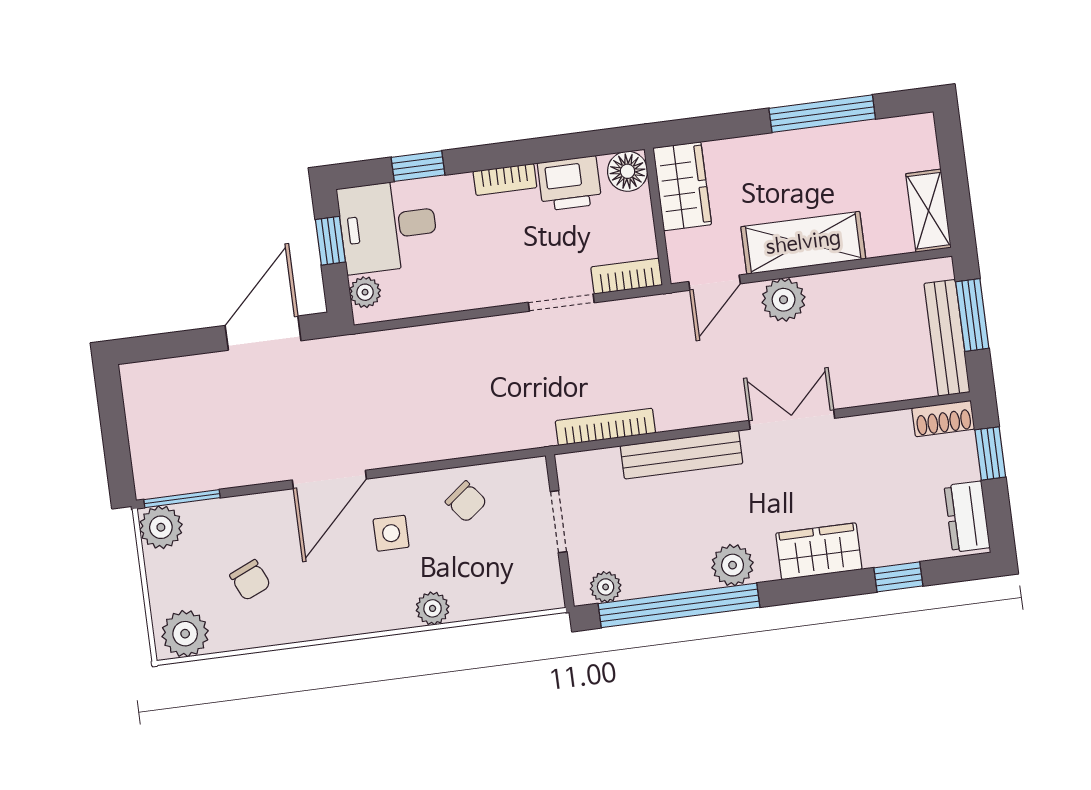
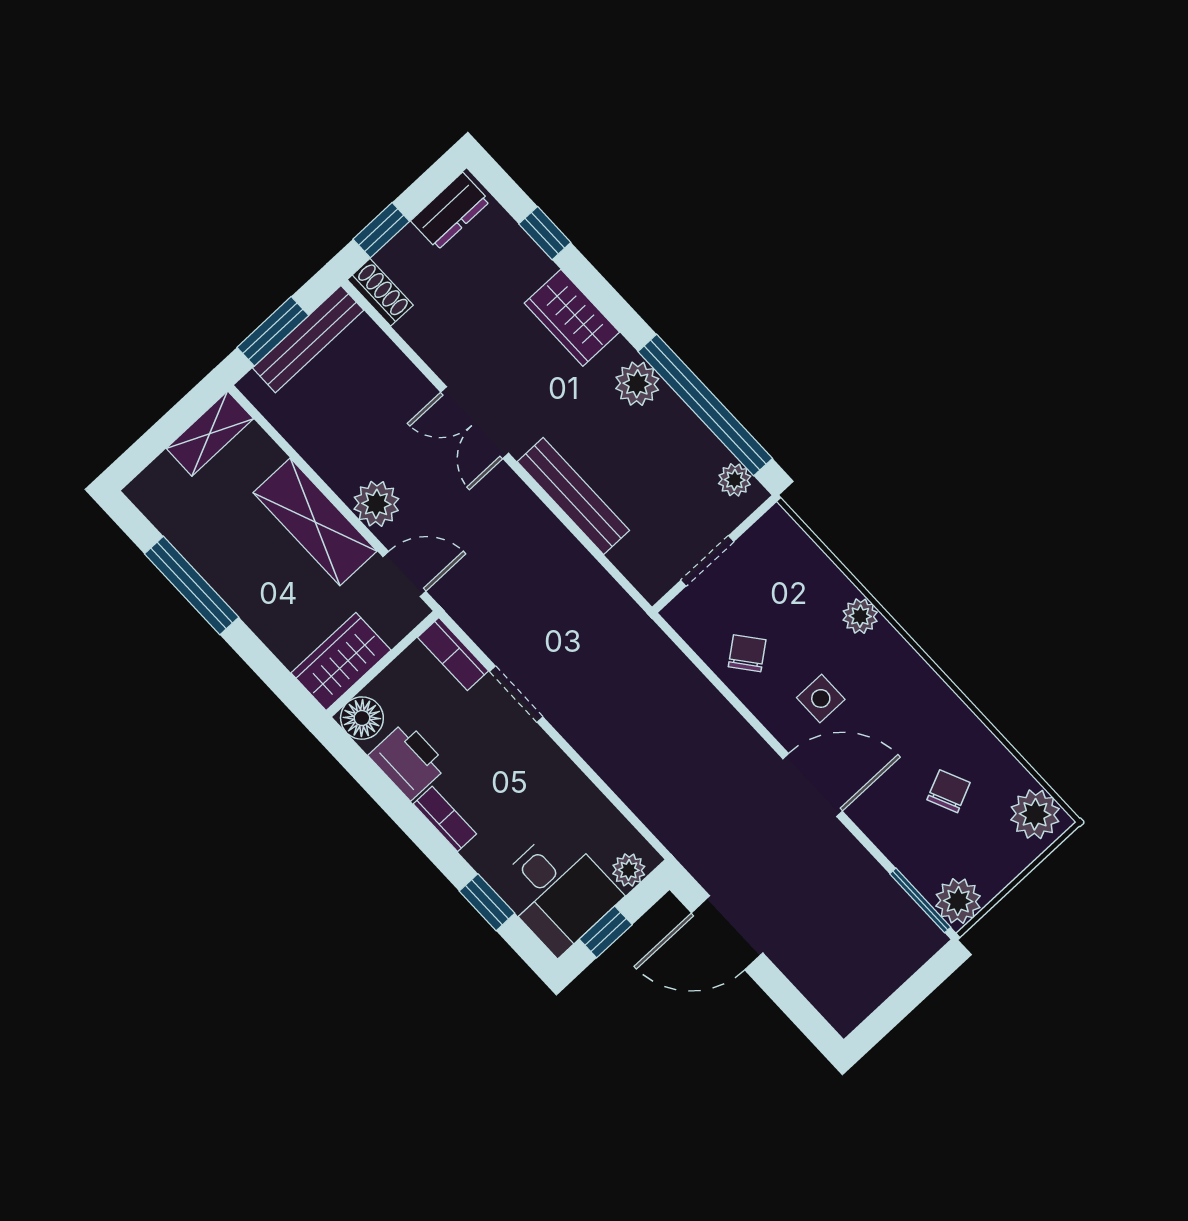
bookcase: (605, 427) -> (596, 579), removed

